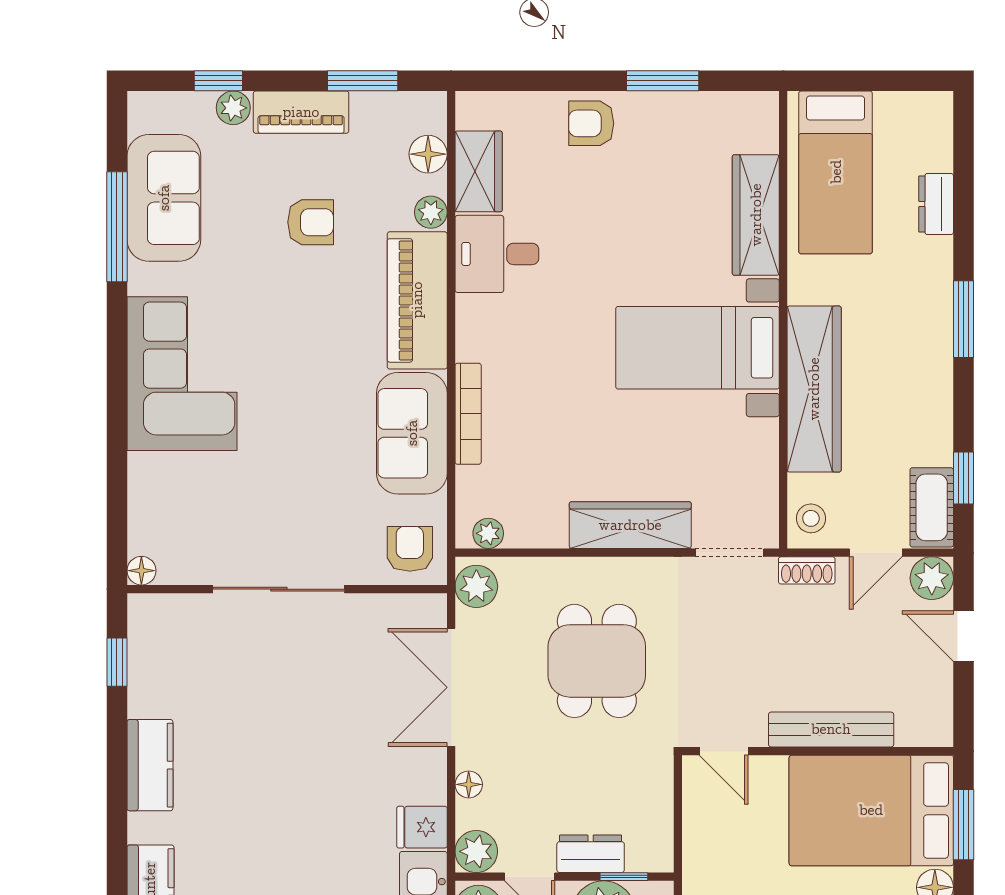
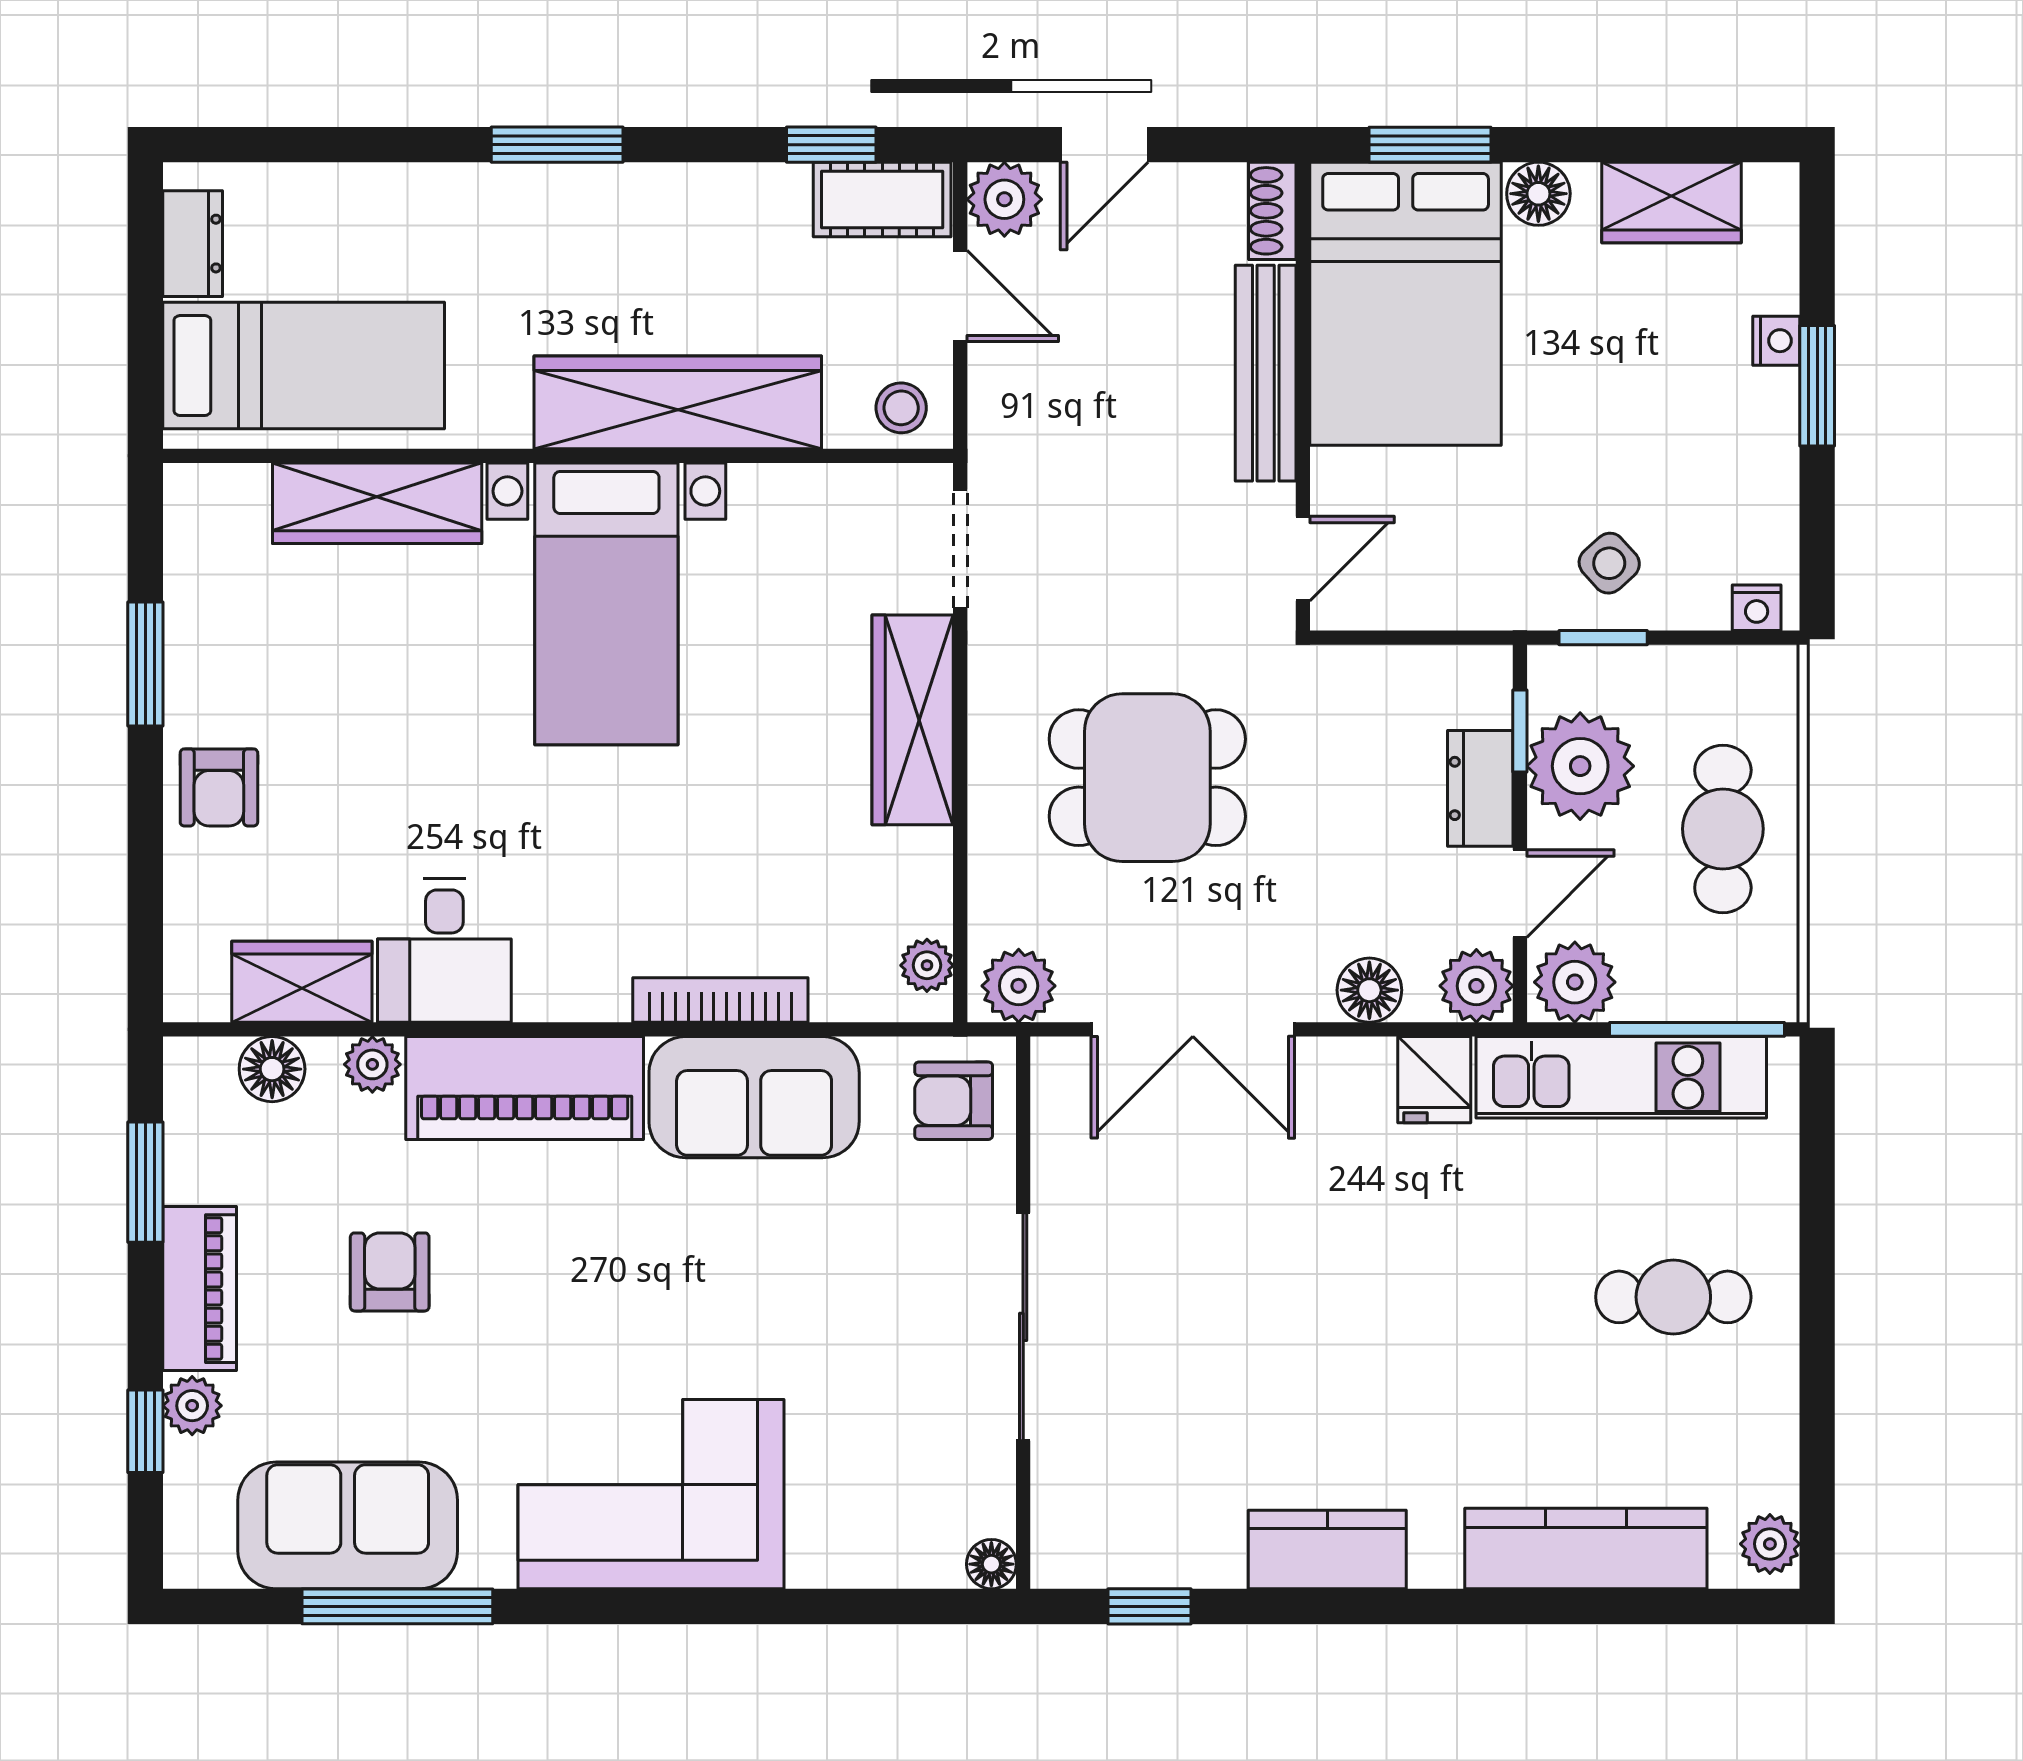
dresser: (936, 204) -> (193, 244), moved, turned -90
shoe rack: (807, 570) -> (1272, 211), moved, turned 180
floor lamp: (469, 784) -> (1369, 990), width x1.37, depth x1.37

